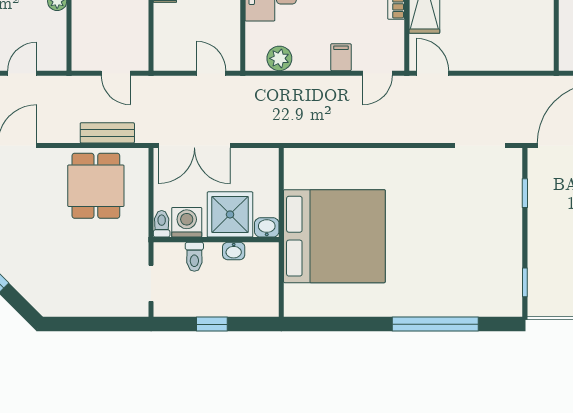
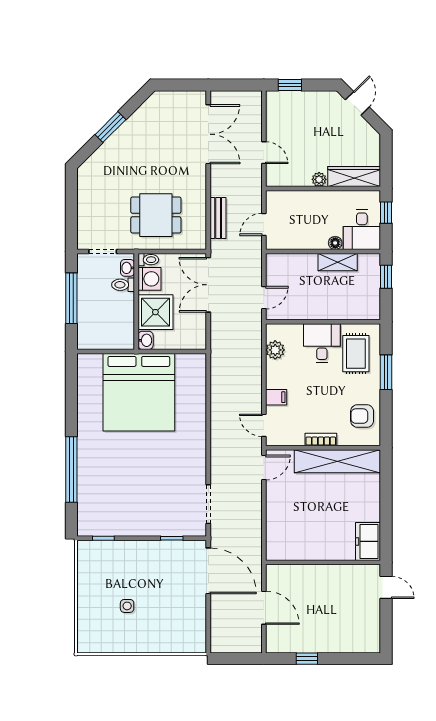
dining table: (96, 186) -> (156, 215), moved
washbasin: (234, 251) -> (127, 268), moved
window: (212, 324) -> (71, 298), width x2.17

